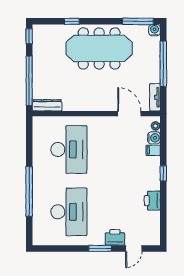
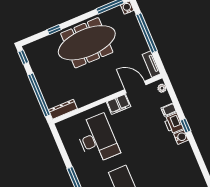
filing cabinet: (105, 124) -> (119, 104), added
water cooler: (154, 138) -> (181, 137), moved
printer: (152, 201) -> (174, 123), moved

